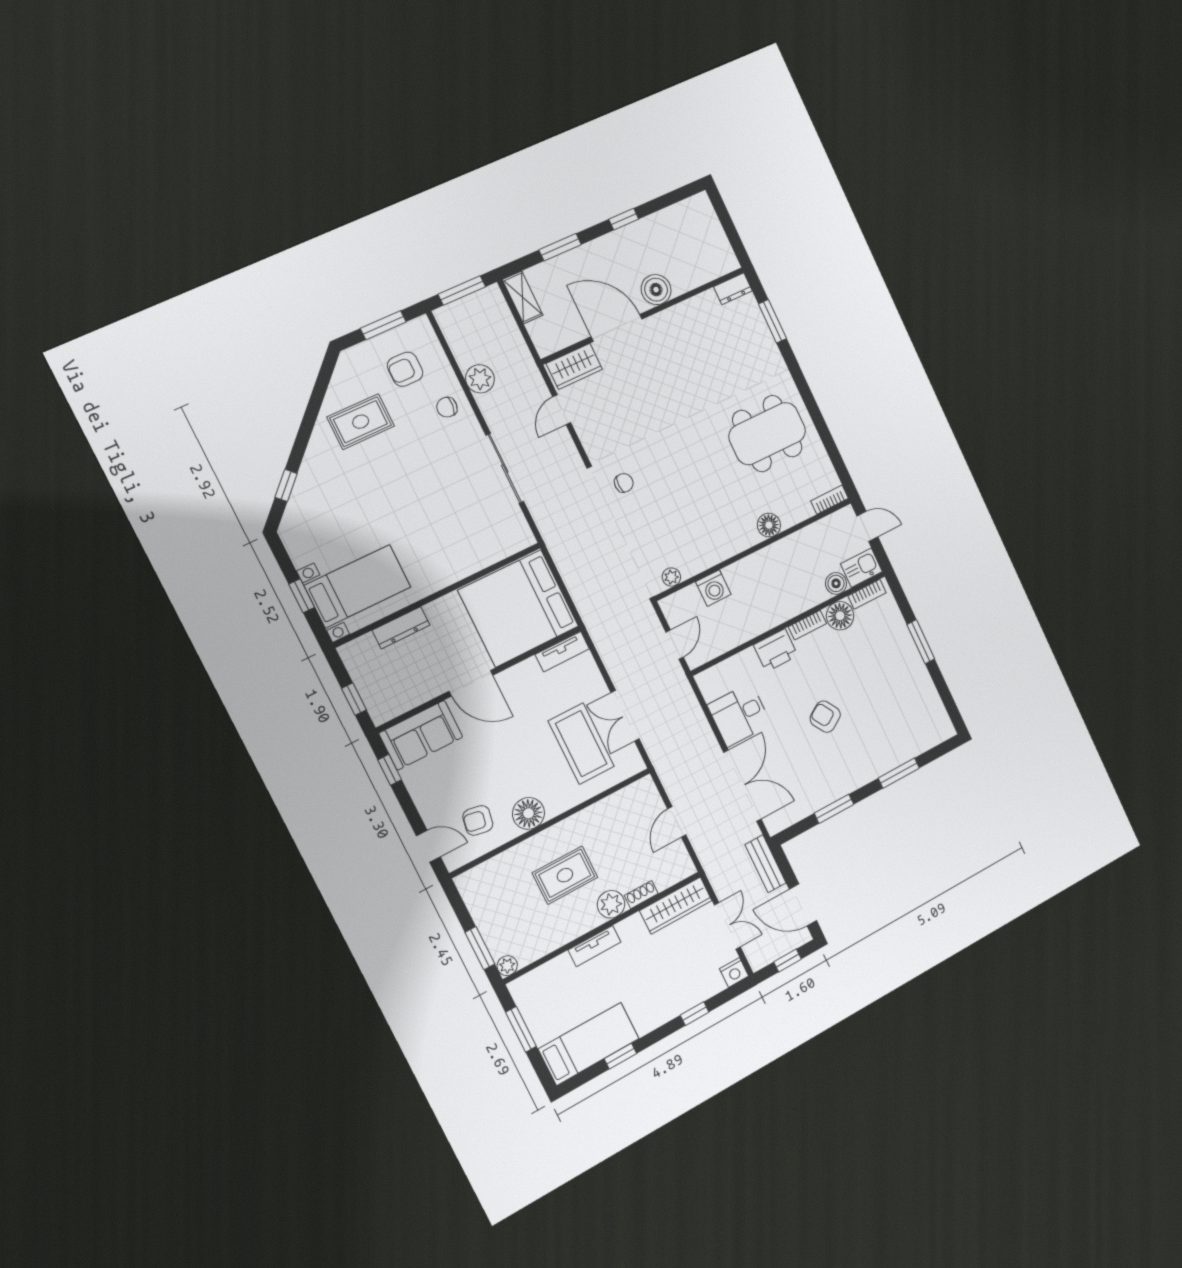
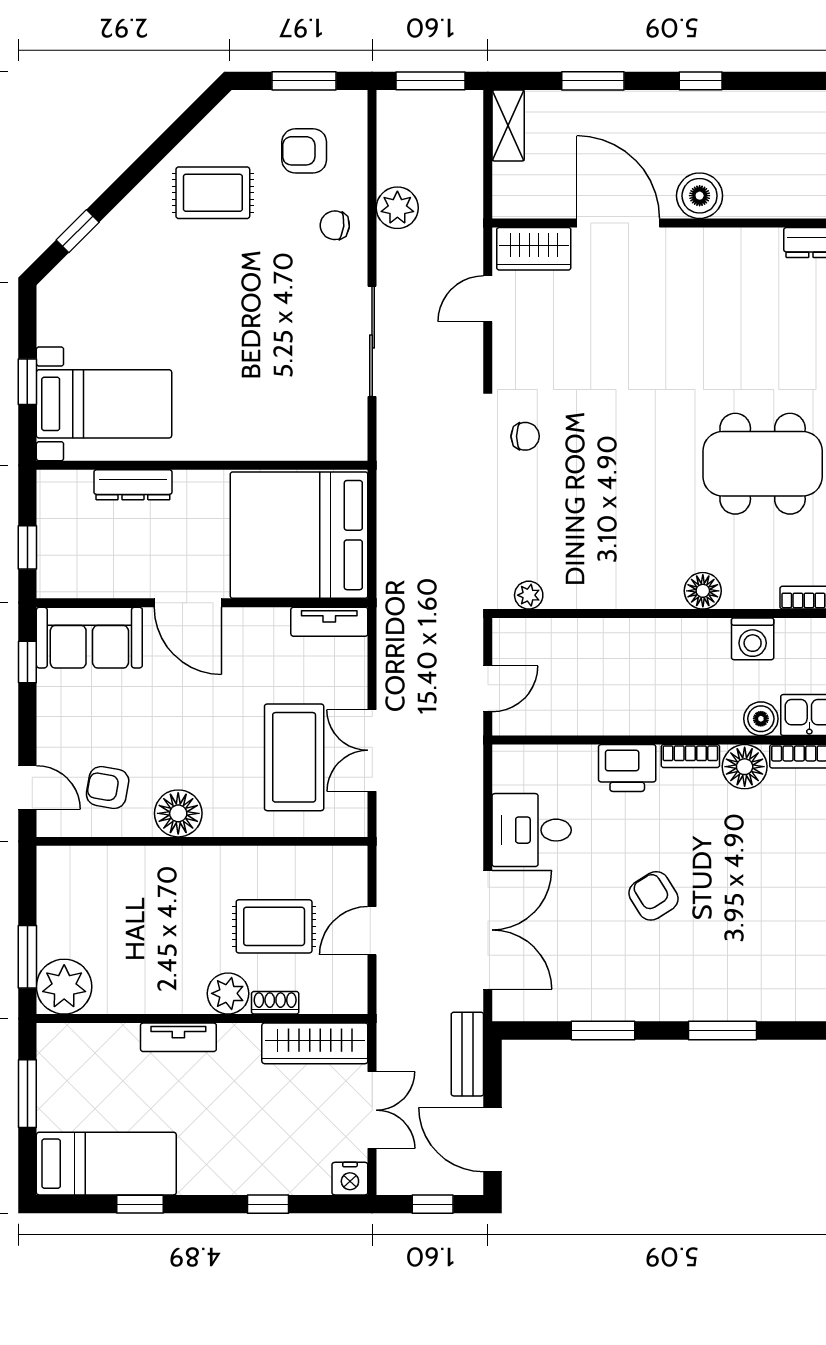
washing machine: (713, 588) -> (753, 639), moved
rug: (565, 875) -> (274, 926), moved
plant: (507, 966) -> (64, 987), width x1.88, depth x1.88

